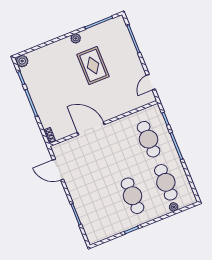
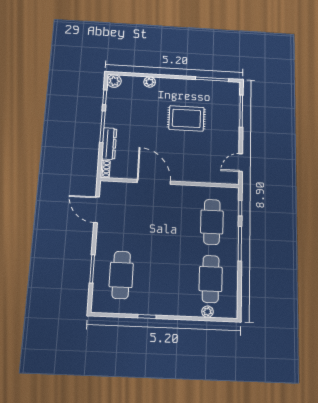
plant: (76, 38) -> (150, 82), moved
rug: (93, 66) -> (186, 118), turned 90
dresser: (43, 114) -> (109, 144), added
cafe table: (132, 196) -> (121, 275), moved

